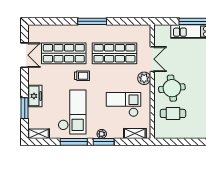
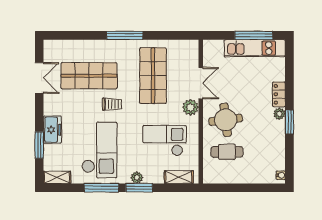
shop shelf: (114, 53) -> (153, 76), turned 90

